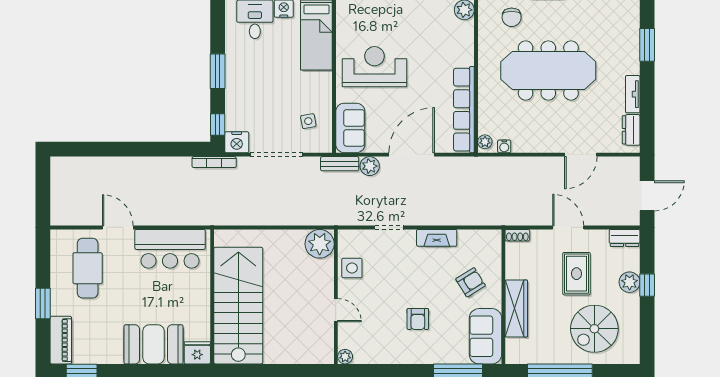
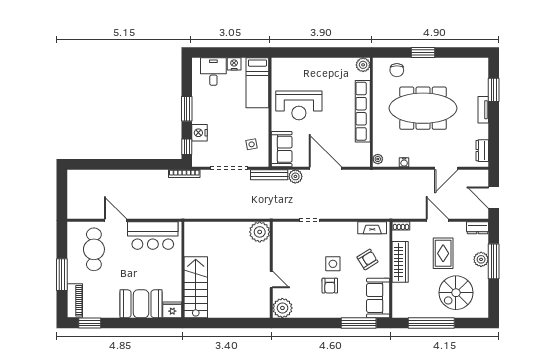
reception desk: (374, 67) -> (299, 105), turned 180
tv unit: (633, 94) -> (483, 110), moved
row of seats: (464, 110) -> (363, 111), moved
nightstand: (237, 142) -> (200, 133), moved, turned 90
water cooler: (504, 146) -> (404, 162), moved
door: (412, 155) -> (325, 168), hinge flipped
bench: (340, 164) -> (269, 175), width x1.36
door: (647, 196) -> (494, 198), swing flipped
fireplace: (437, 238) -> (372, 228), moved
side table: (352, 268) -> (333, 264), moved
window: (647, 285) -> (494, 261), width x2.17
window: (43, 304) -> (62, 275), width x1.44
stairs: (238, 306) -> (196, 287), width x0.73, depth x0.66
wardrobe: (516, 308) -> (400, 262), moved
plant: (345, 357) -> (282, 308), width x1.88, depth x1.88

